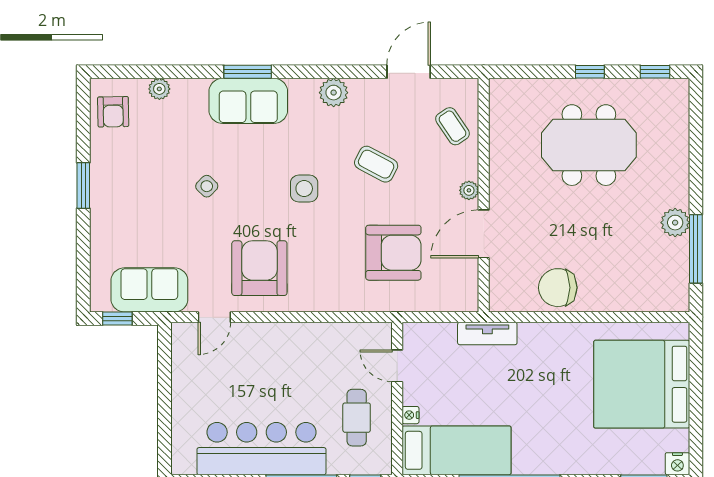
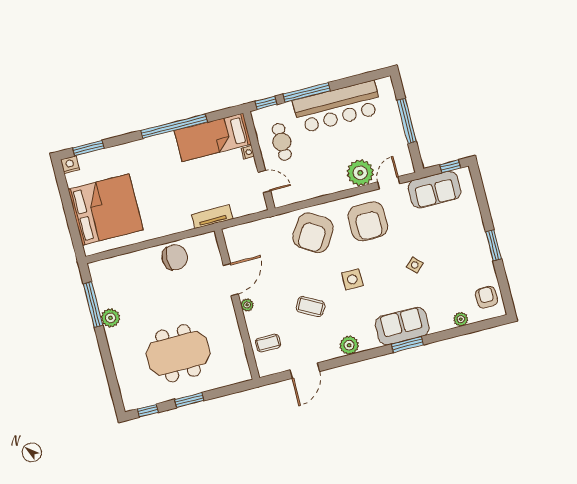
window: (590, 72) -> (189, 400), width x1.50
coffee table: (453, 126) -> (268, 343), turned -56
armchair: (393, 253) -> (313, 233), moved, turned -58
plant: (252, 343) -> (360, 173), added
window: (165, 402) -> (407, 121), added

